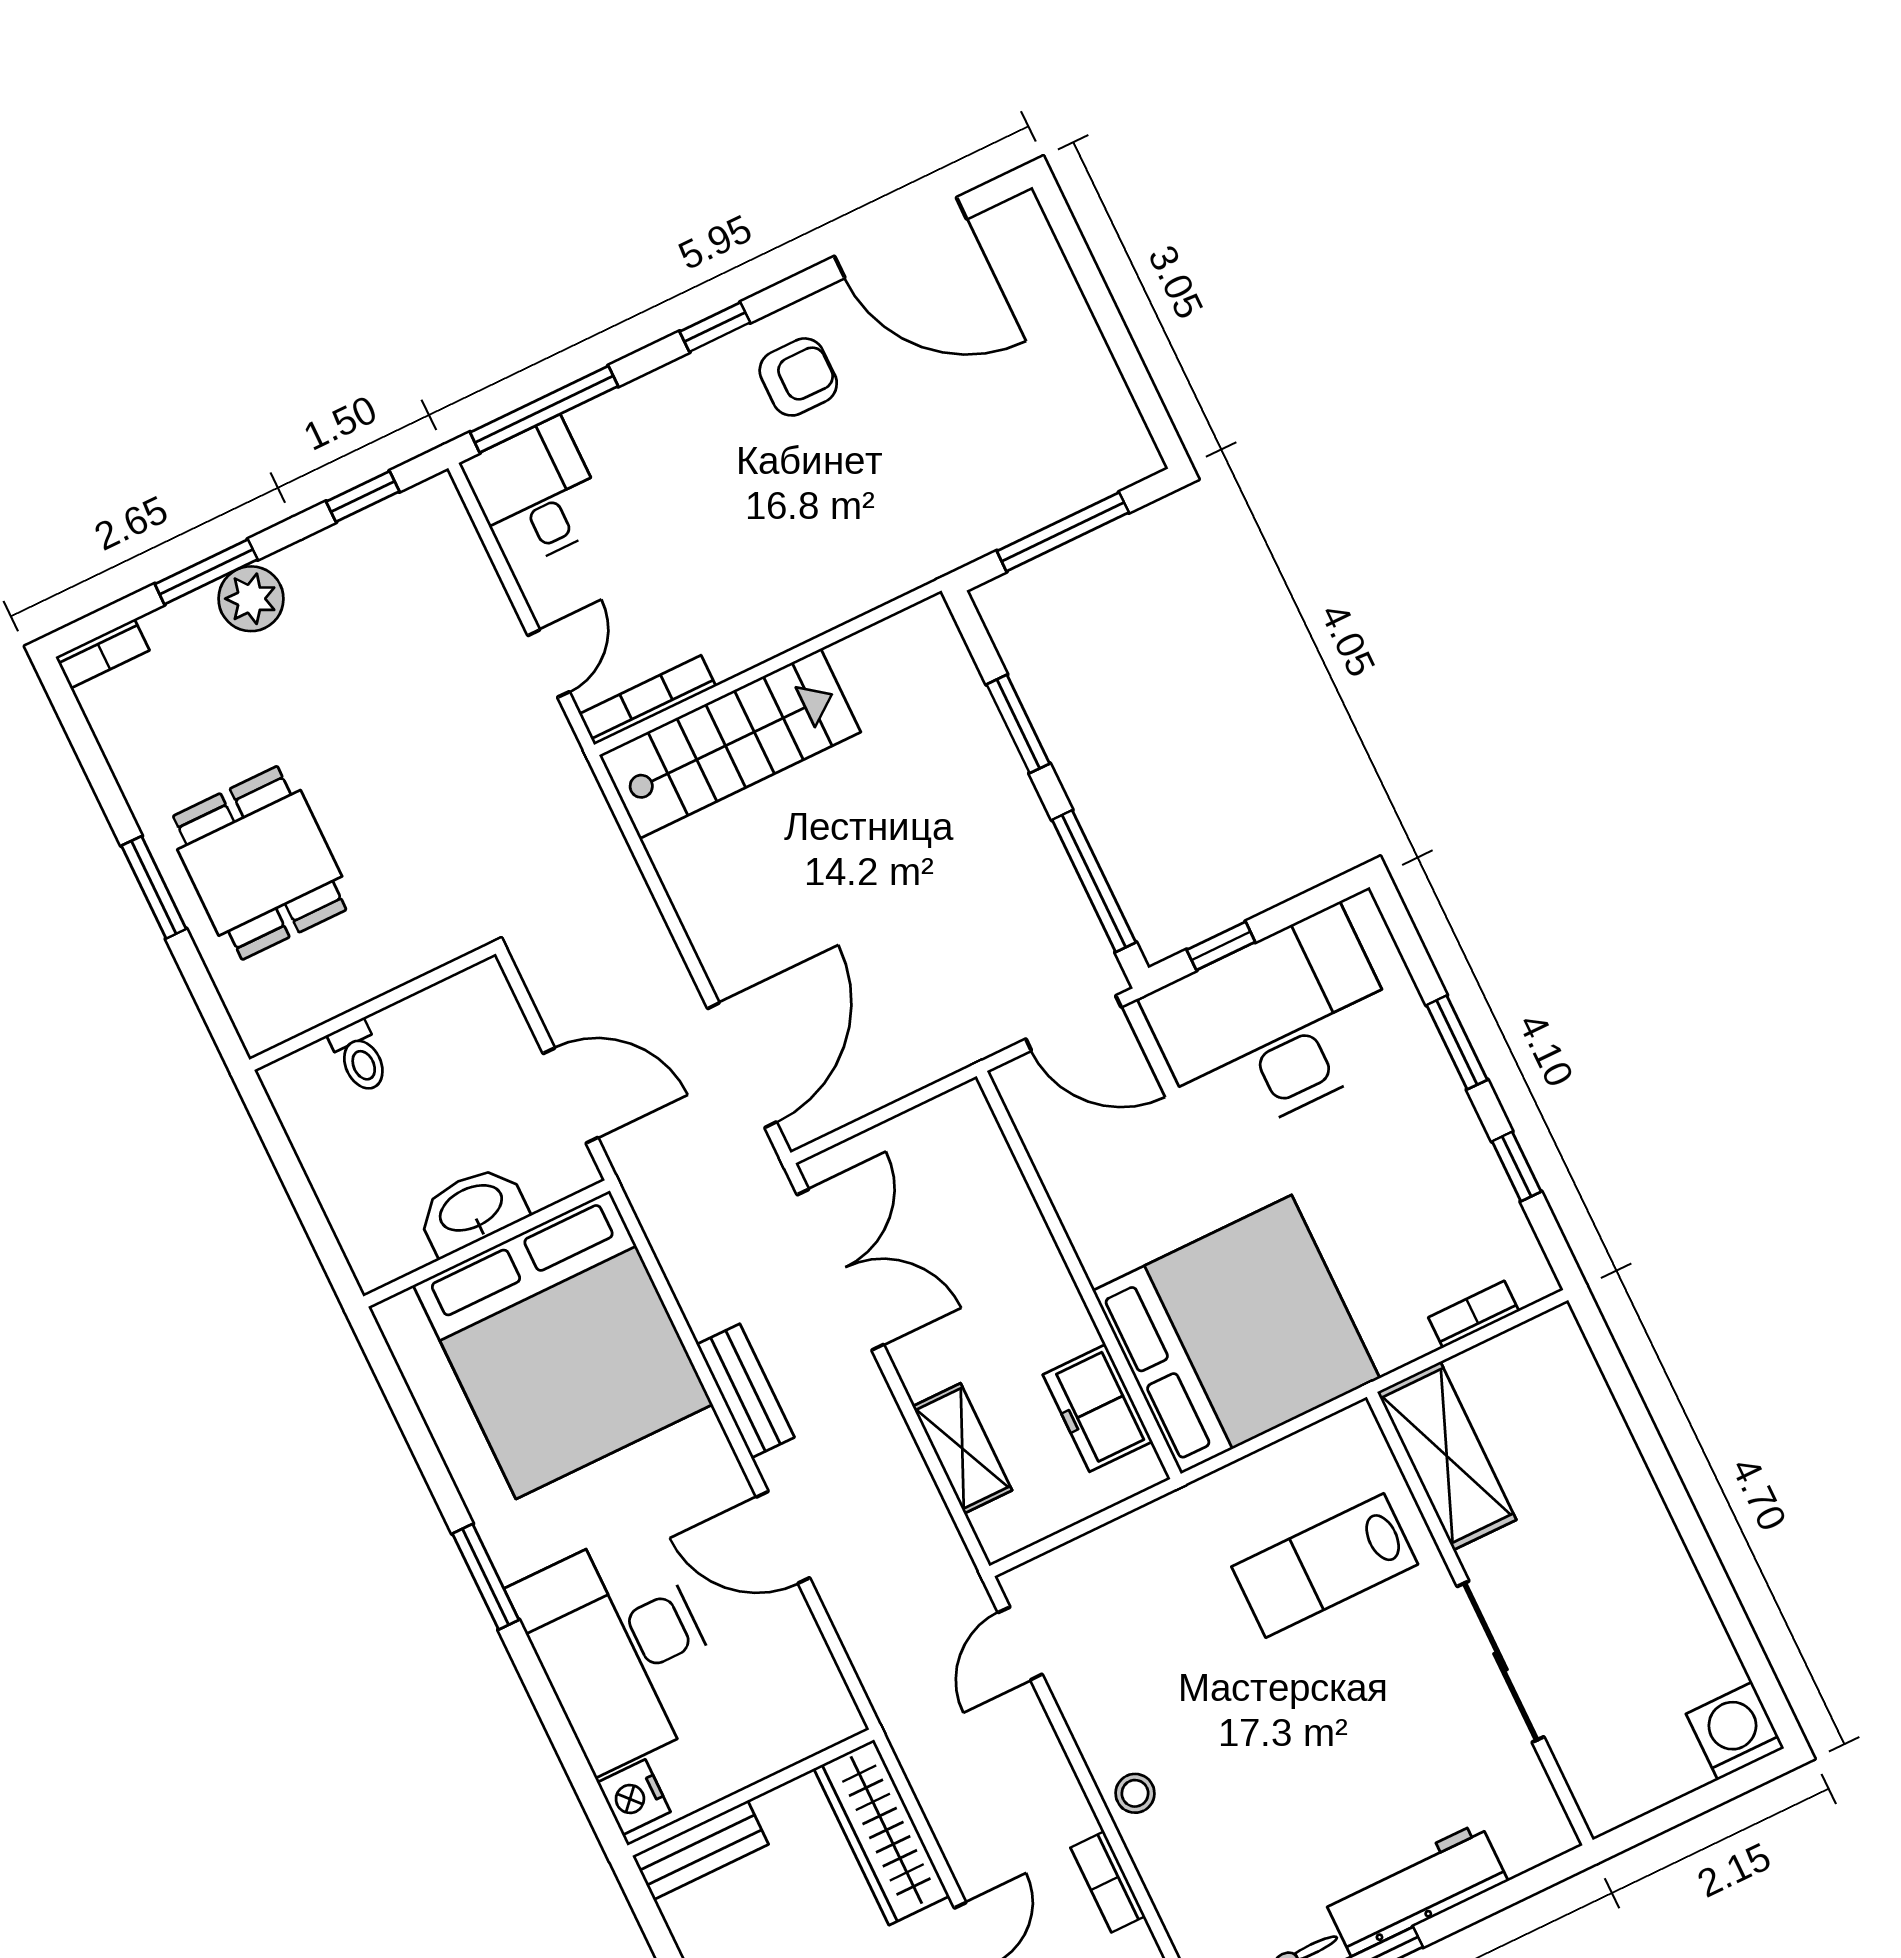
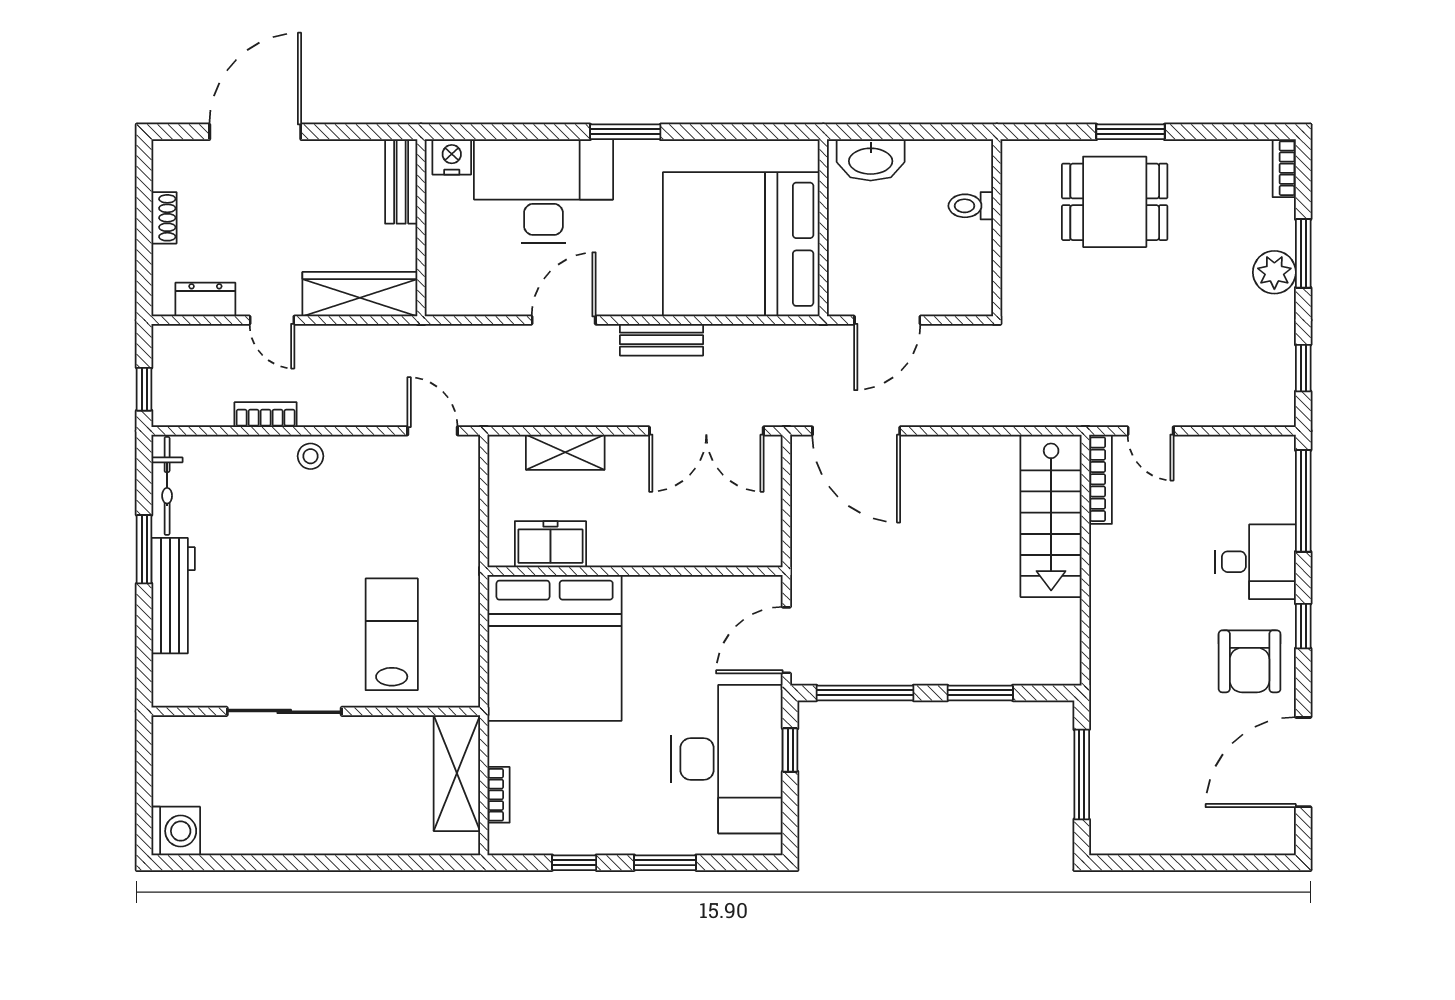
armchair: (798, 377) -> (1250, 661), width x1.38, depth x1.38
desk: (536, 493) -> (1256, 562), moved
washbasin: (472, 1210) -> (871, 160), moved, turned 90
shelving: (1447, 1456) -> (457, 773), moved, turned 90

